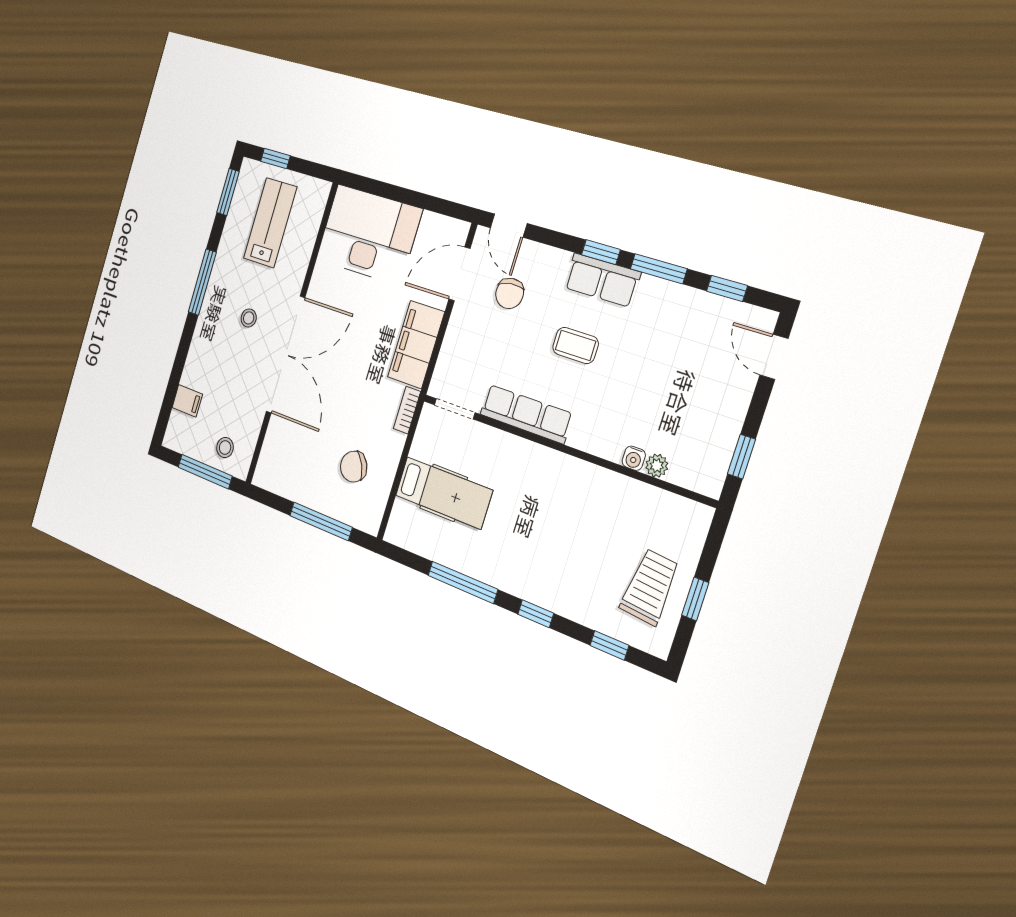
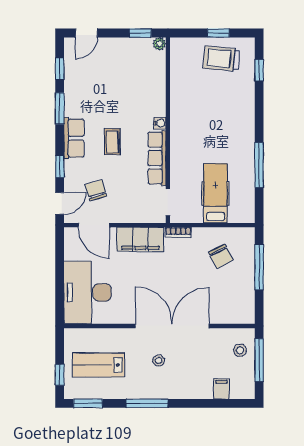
window: (601, 252) -> (60, 167), moved
chair: (510, 293) -> (96, 190), turned -101
water cooler: (634, 458) -> (160, 123), moved
plant: (657, 466) -> (159, 44), moved
window: (536, 614) -> (259, 116), removed

